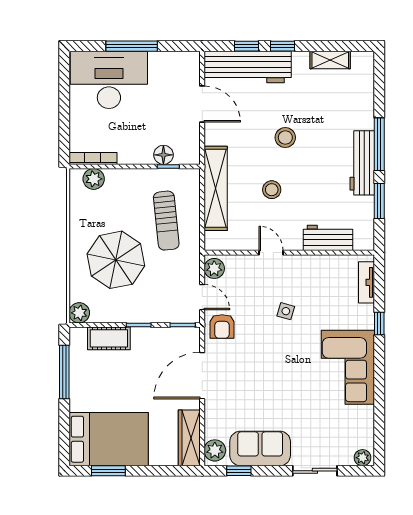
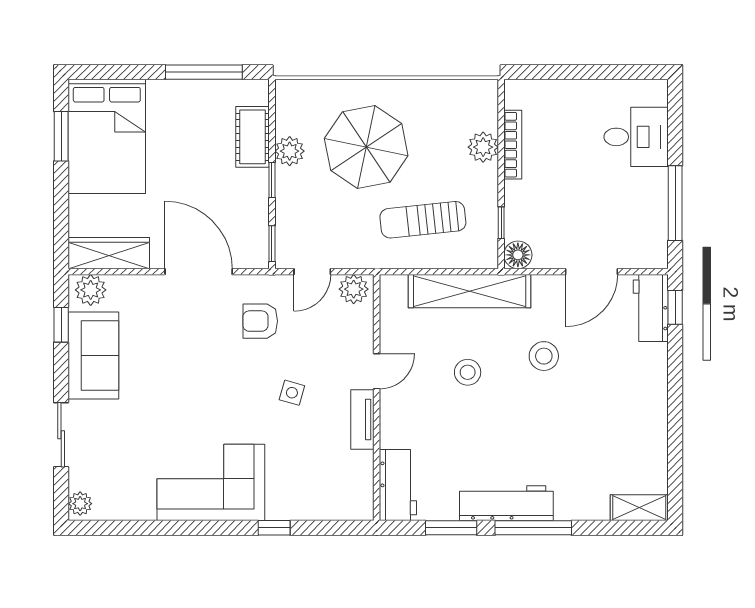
window: (132, 46) -> (675, 203), moved
window: (246, 46) -> (675, 307), moved
window: (283, 46) -> (675, 388), removed
shelving: (330, 60) -> (639, 508), moved, turned 90
workbench: (248, 67) -> (651, 308), width x0.53, depth x0.76
desk: (109, 80) -> (636, 137), width x0.53, depth x0.77
stool: (285, 138) -> (544, 356), moved
floor lamp: (163, 155) -> (518, 255), moved
bookcase: (93, 158) -> (513, 145), moved
plant: (94, 179) -> (483, 147), moved
workbench: (328, 238) -> (398, 485), moved
tv unit: (366, 282) -> (362, 420), moved, turned -90
plant: (79, 313) -> (290, 151), moved
armchair: (222, 326) -> (260, 321), moved

